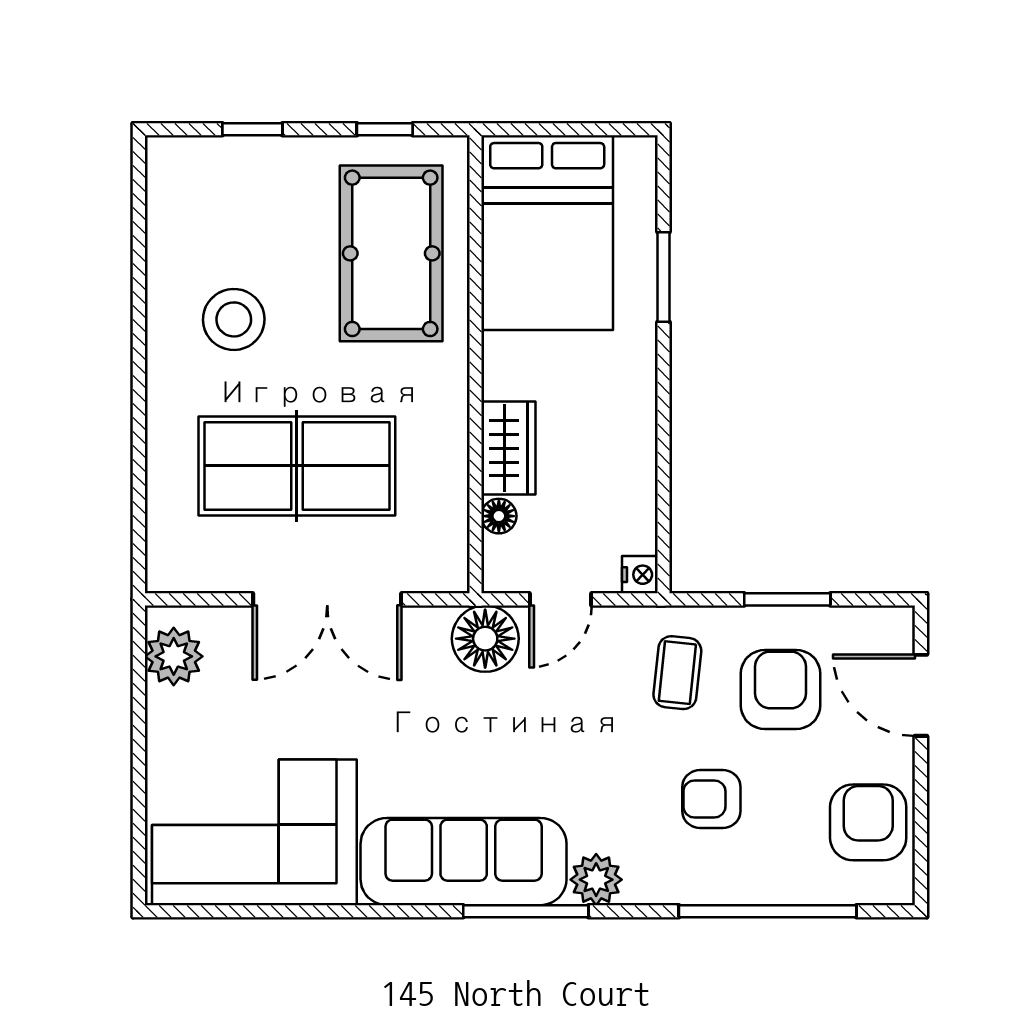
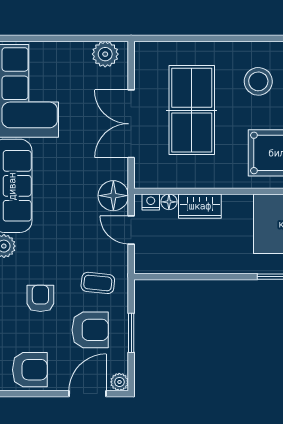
nightstand: (640, 575) -> (151, 202), moved, turned 180
plant: (895, 625) -> (119, 382), added

